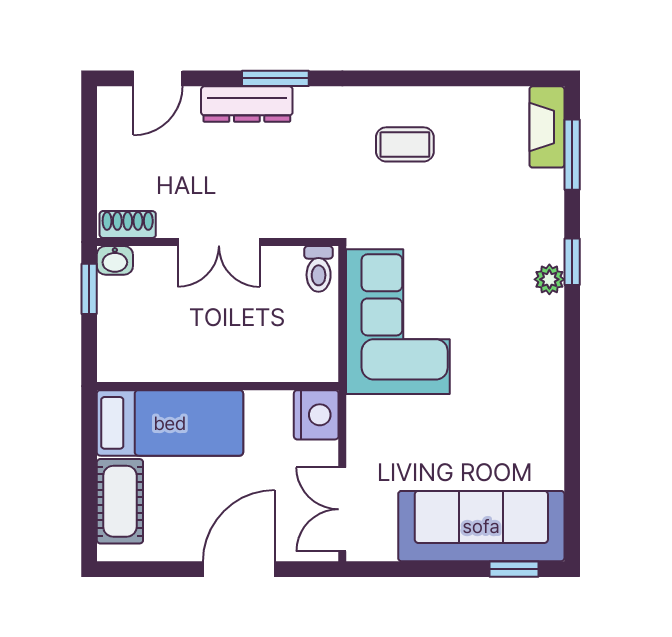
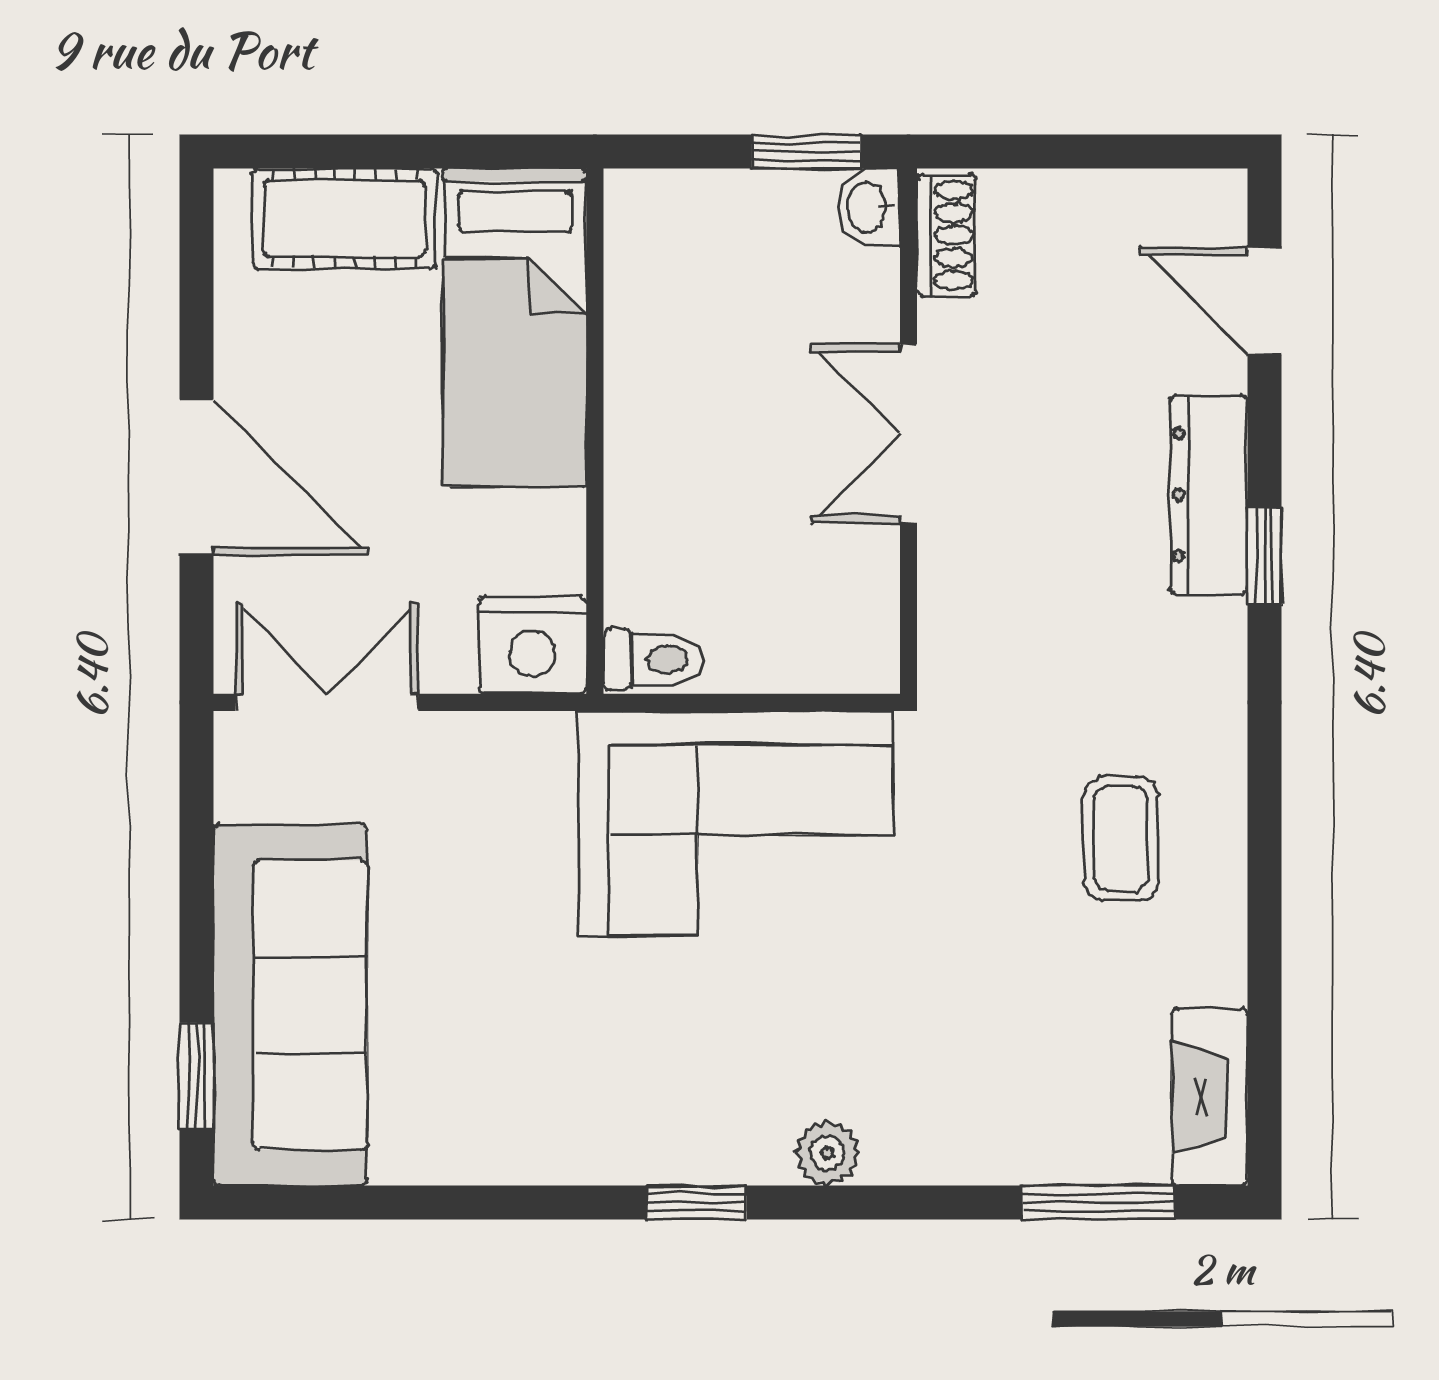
window: (275, 78) -> (1265, 557), width x0.67
fireplace: (547, 127) -> (1210, 1097), moved, turned -90
window: (572, 262) -> (696, 1203), moved
toilet: (319, 269) -> (653, 659), moved, turned 180

